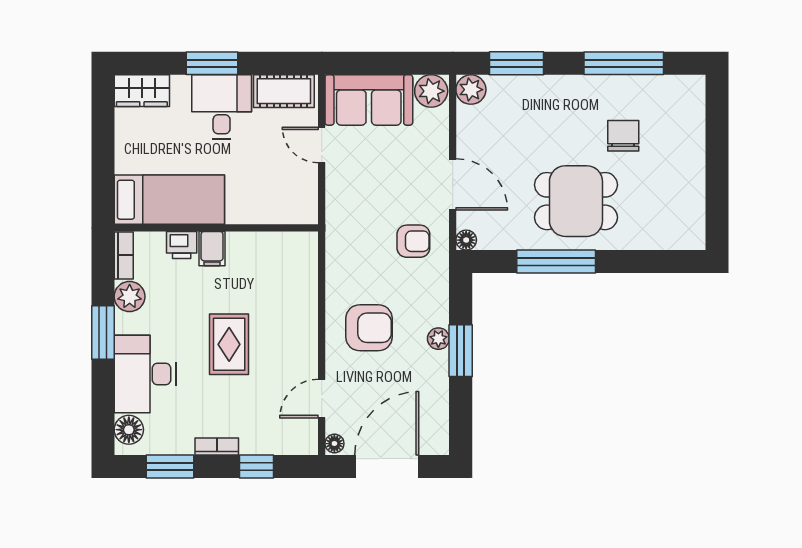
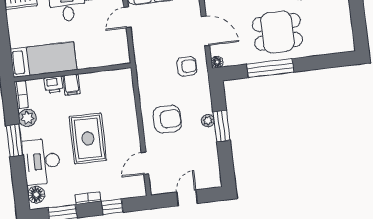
door: (322, 145) -> (127, 17), hinge flipped
rug: (229, 344) -> (88, 138), width x1.36, depth x1.43
floor lamp: (334, 444) -> (155, 188), removed
door: (387, 467) -> (187, 198), width x0.53

